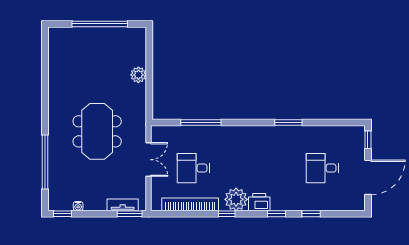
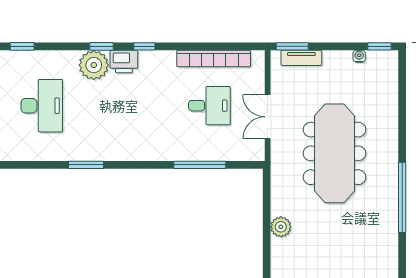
meeting table: (97, 131) -> (334, 153), width x1.36
window: (45, 162) -> (402, 197), moved
desk: (322, 168) -> (42, 106), width x1.37
plant: (236, 199) -> (94, 65), moved
window: (227, 214) -> (144, 46), moved
window: (311, 214) -> (22, 46), moved

